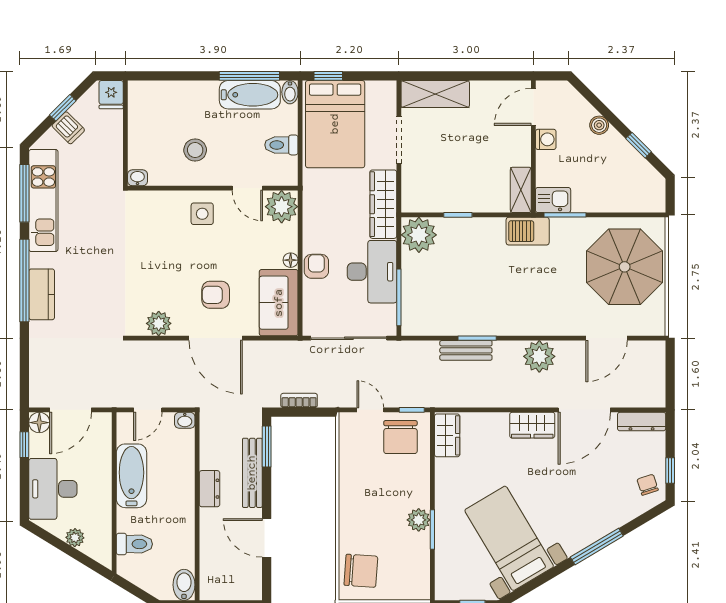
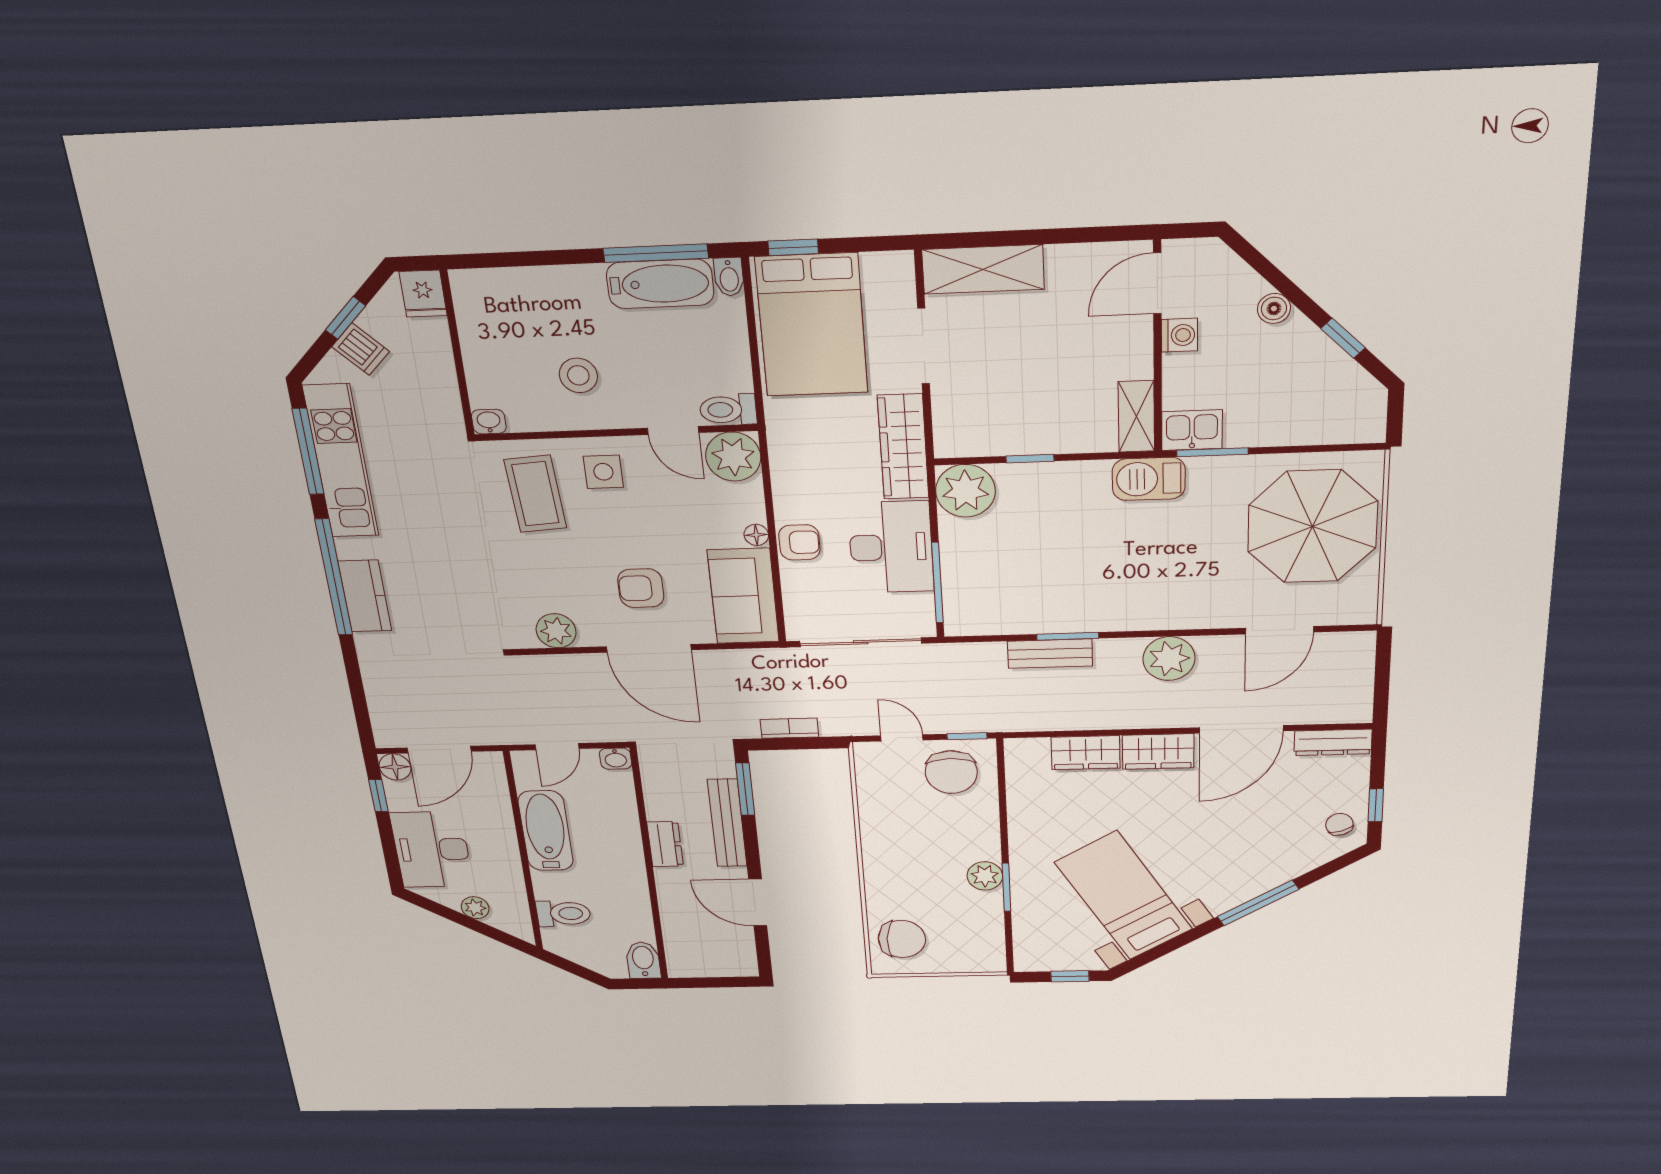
toilet: (281, 145) -> (728, 410), moved
coffee table: (159, 227) -> (535, 494), added
armchair: (316, 266) -> (799, 542), turned 90
wardrobe: (447, 435) -> (1086, 753), moved, turned 90

